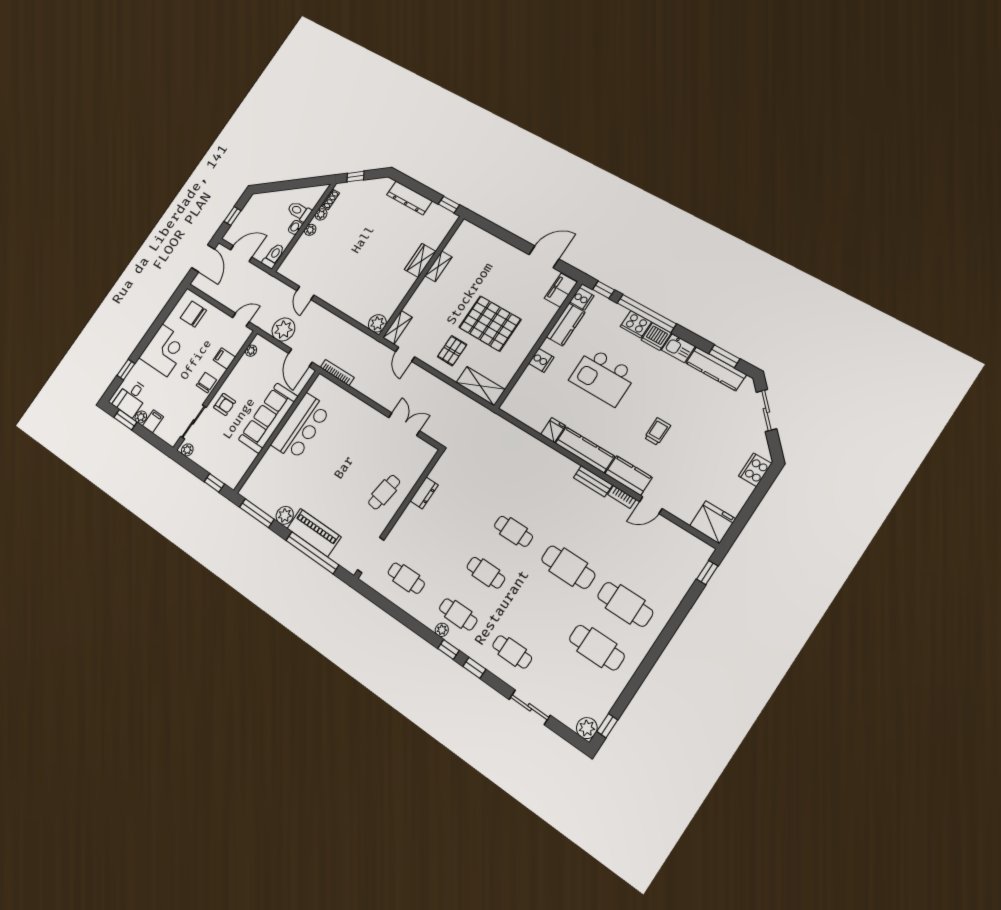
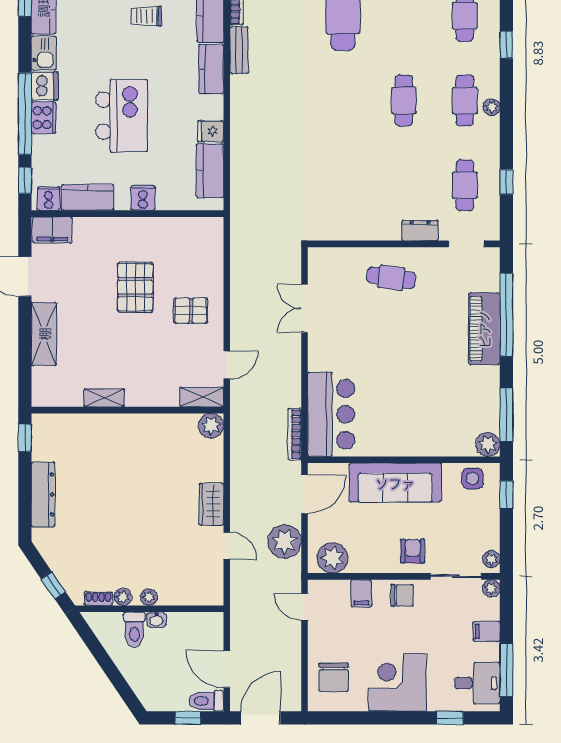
toilet: (274, 256) -> (206, 701), moved
wardrobe: (420, 260) -> (211, 504), moved, turned 90
door: (305, 293) -> (227, 546), hinge flipped
pallet: (490, 323) -> (135, 287), width x0.73, depth x0.71
plant: (251, 351) -> (332, 558), width x1.88, depth x1.88
chair: (206, 383) -> (402, 595), turned 180
shelving: (481, 386) -> (44, 334), moved
kitchen counter: (529, 414) -> (210, 171), added
plant: (141, 417) -> (491, 588), moved
window: (125, 420) -> (506, 670), width x1.44
bar counter: (301, 427) -> (331, 414), moved, turned 90
kitchen counter: (585, 450) -> (211, 69), width x0.67
side table: (237, 468) -> (473, 478), added
dresser: (424, 493) -> (420, 230), moved
plant: (285, 515) -> (488, 444), moved
cafe table: (513, 531) -> (343, 100), removed
doorway: (371, 555) -> (466, 244), width x0.73
window: (448, 650) -> (506, 182), moved

